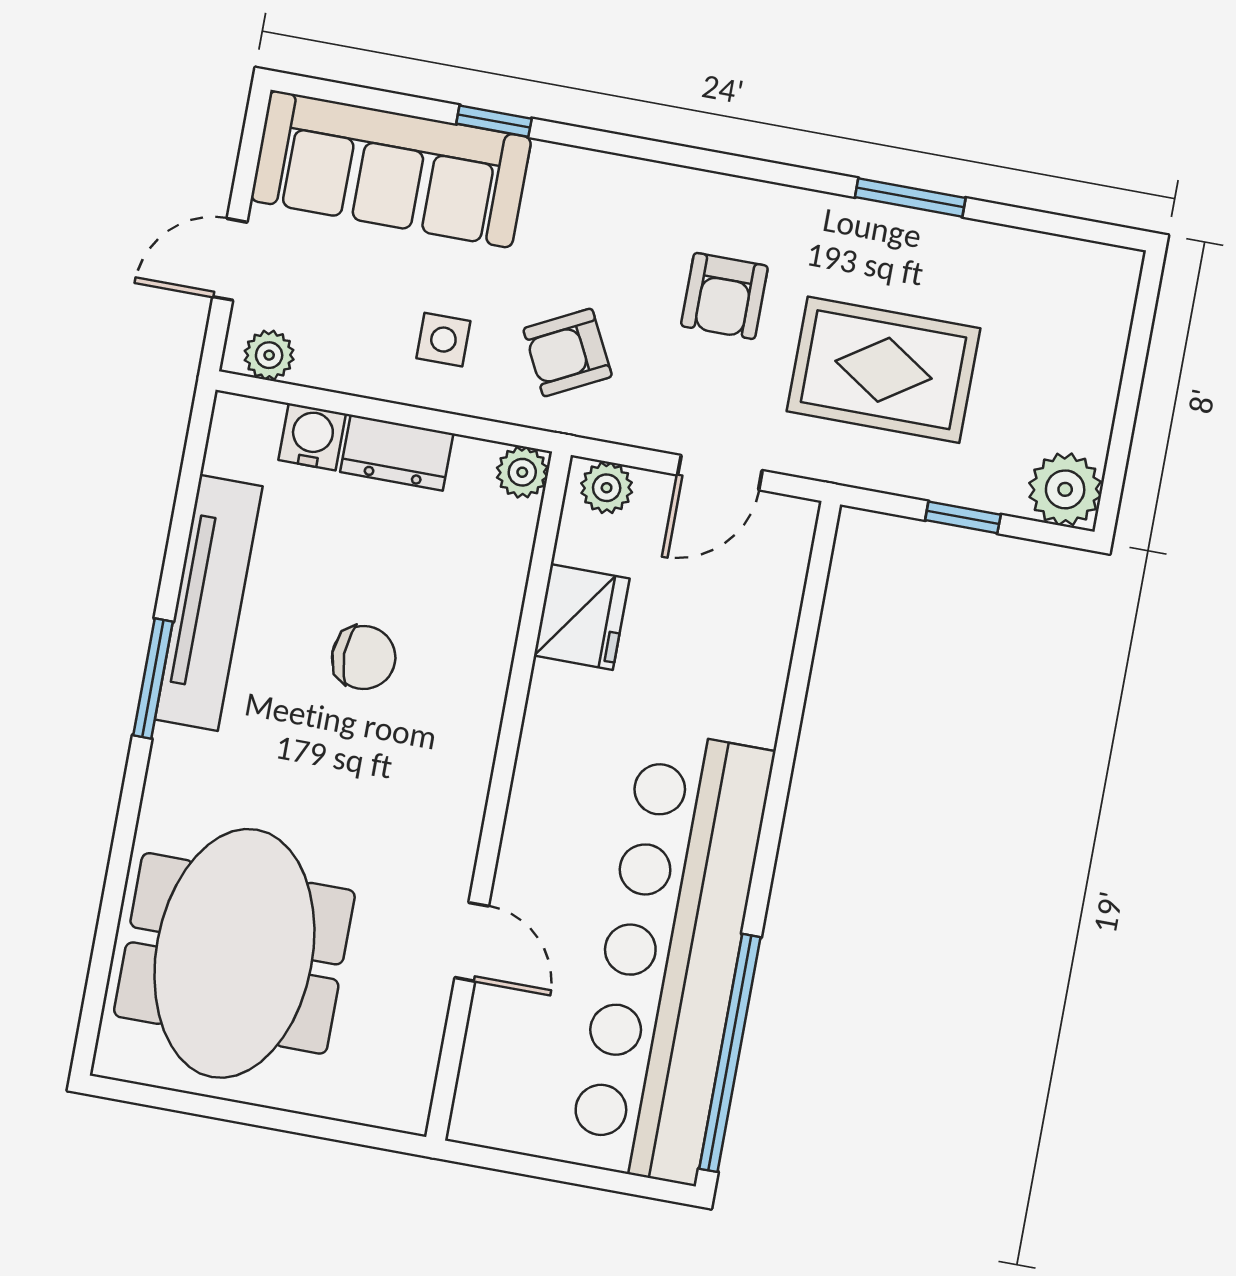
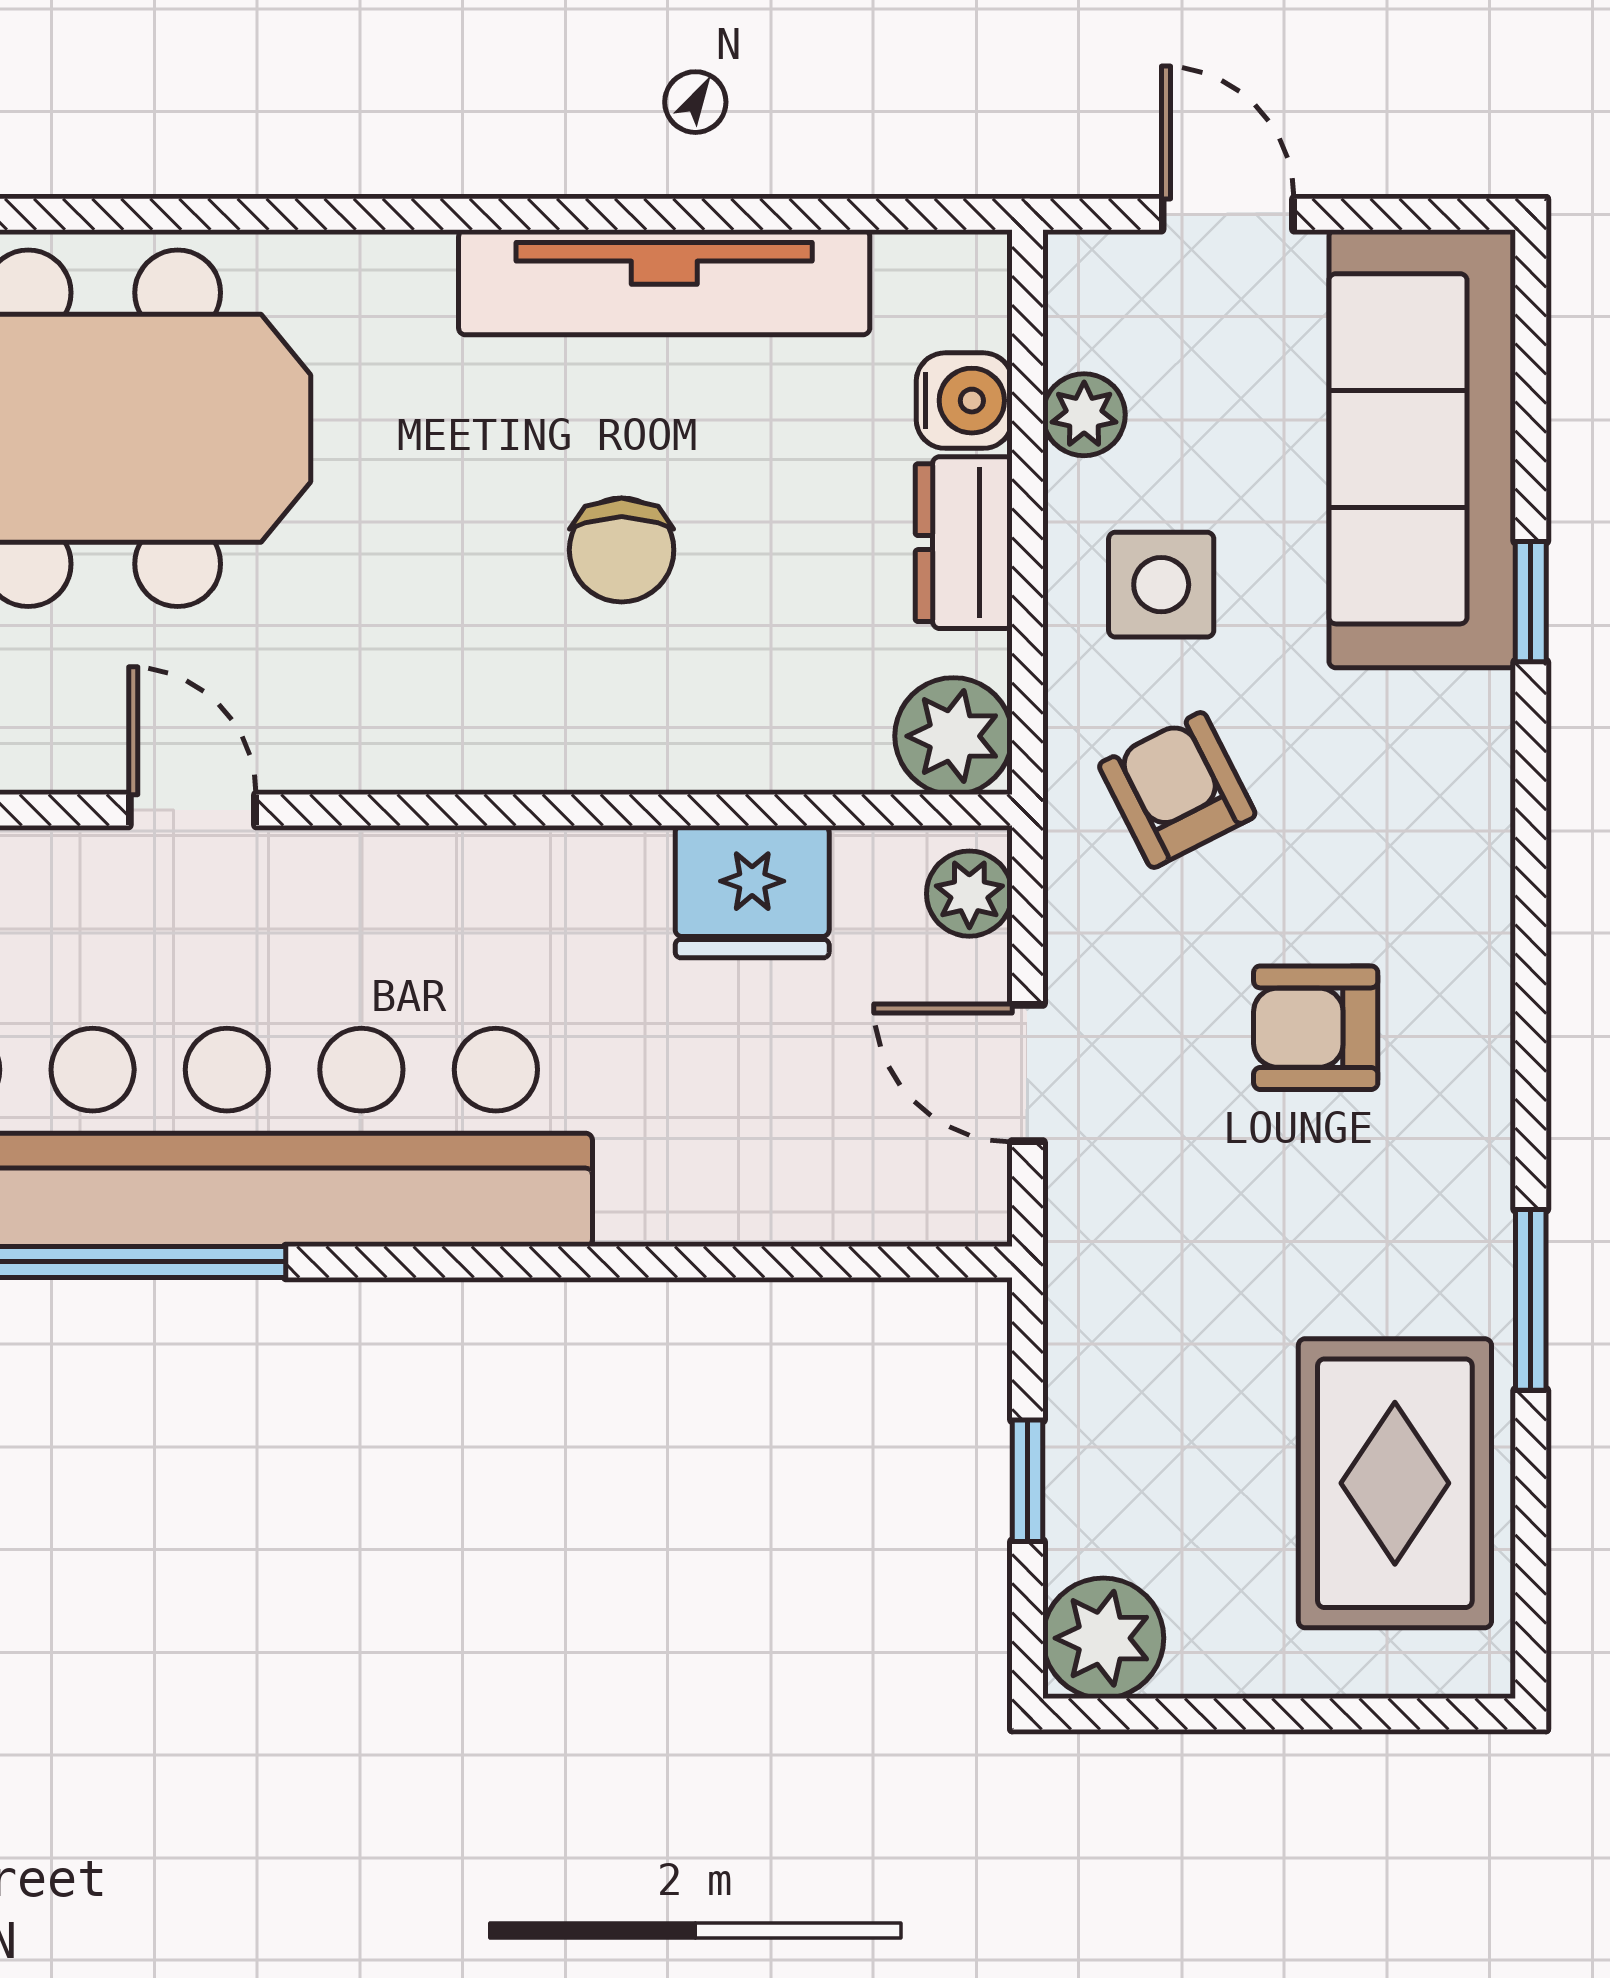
side table: (443, 340) -> (1161, 585), width x1.37, depth x1.37
plant: (269, 355) -> (1084, 415), moved
rug: (883, 370) -> (1395, 1483), moved
plant: (522, 472) -> (953, 736), width x1.38, depth x1.38
window: (153, 678) -> (525, 214), removed
door: (472, 942) -> (192, 810), swing flipped

